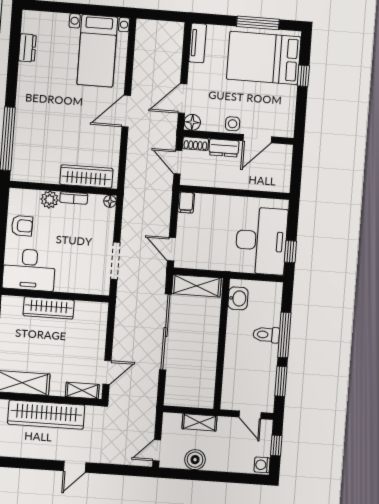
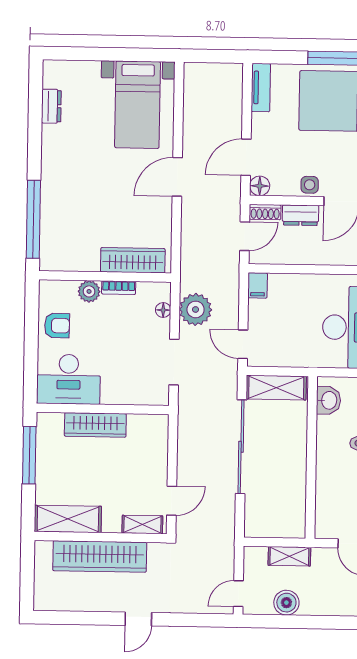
door: (178, 162) -> (245, 236), swing flipped
floor lamp: (110, 201) -> (163, 310), moved
plant: (135, 219) -> (196, 309), added

